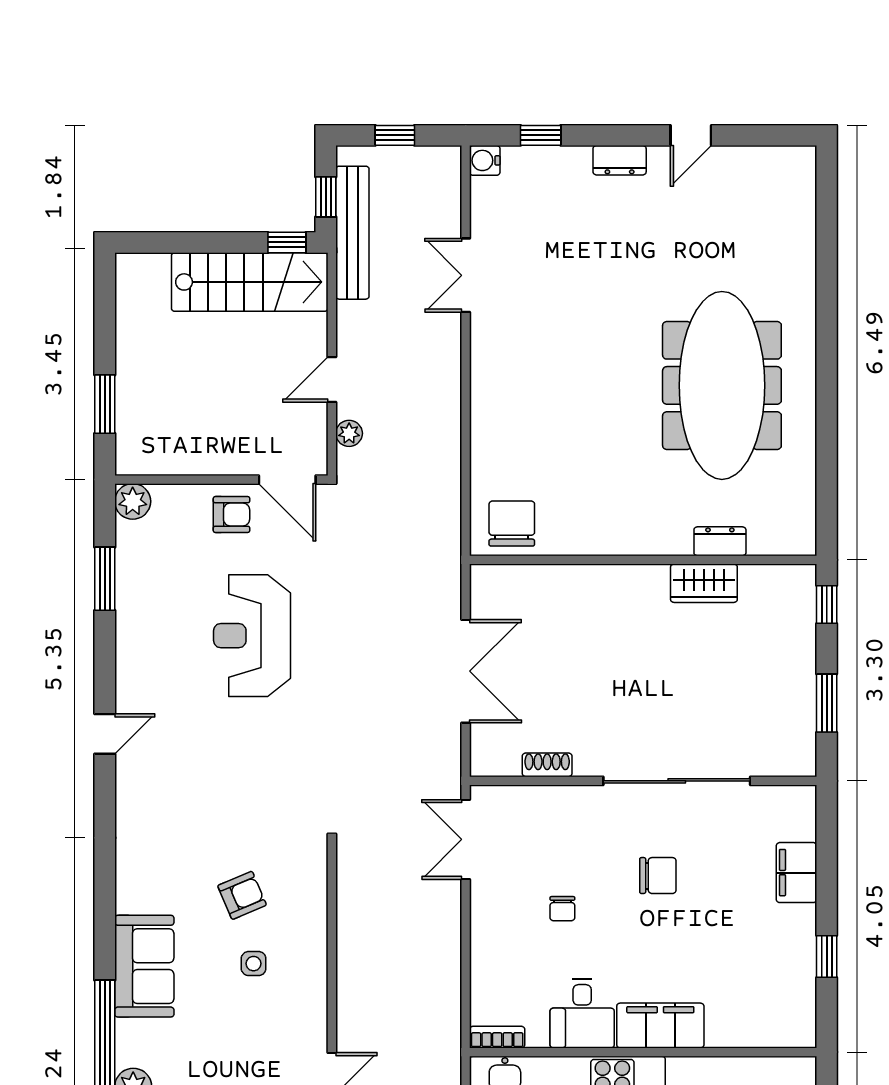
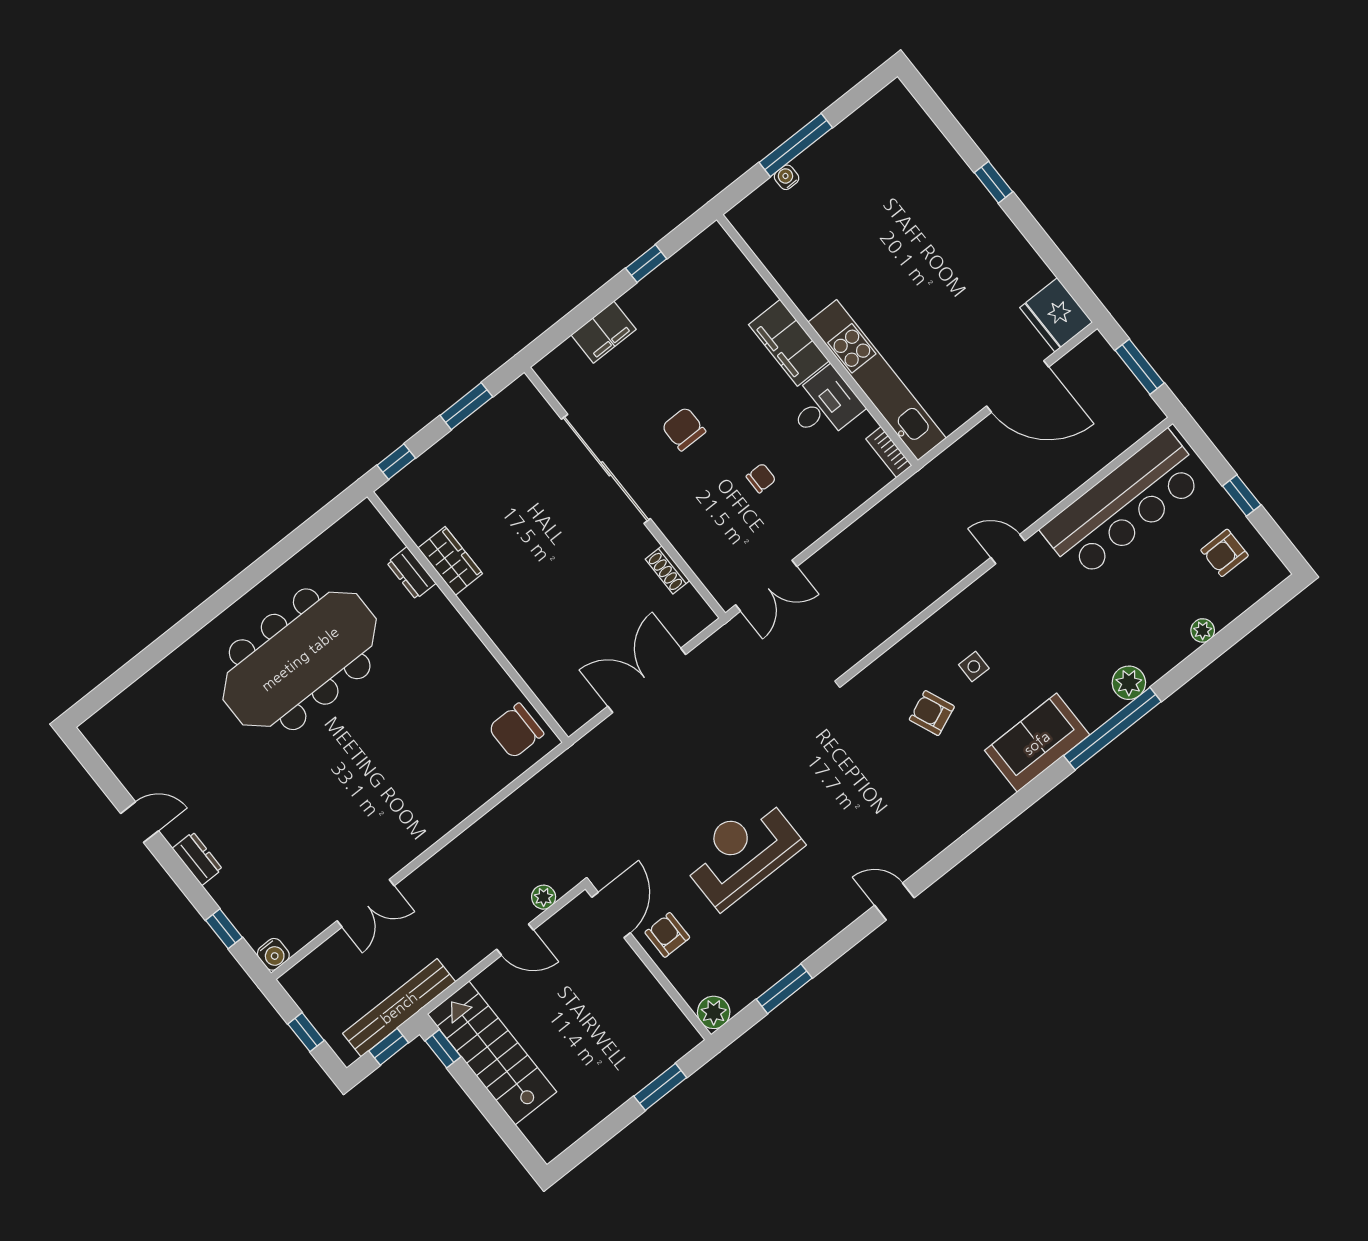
reception desk: (252, 636) -> (742, 852), turned 180

